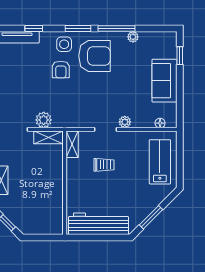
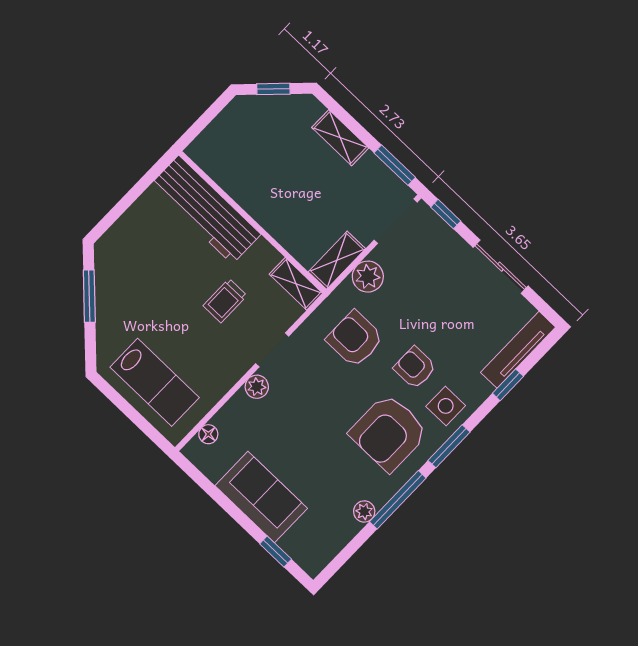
armchair: (72, 102) -> (355, 339), added
workbench: (98, 224) -> (205, 210), moved, turned 90

